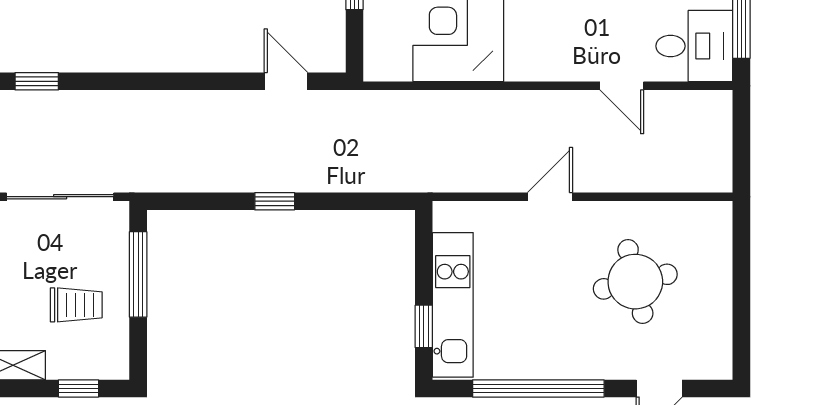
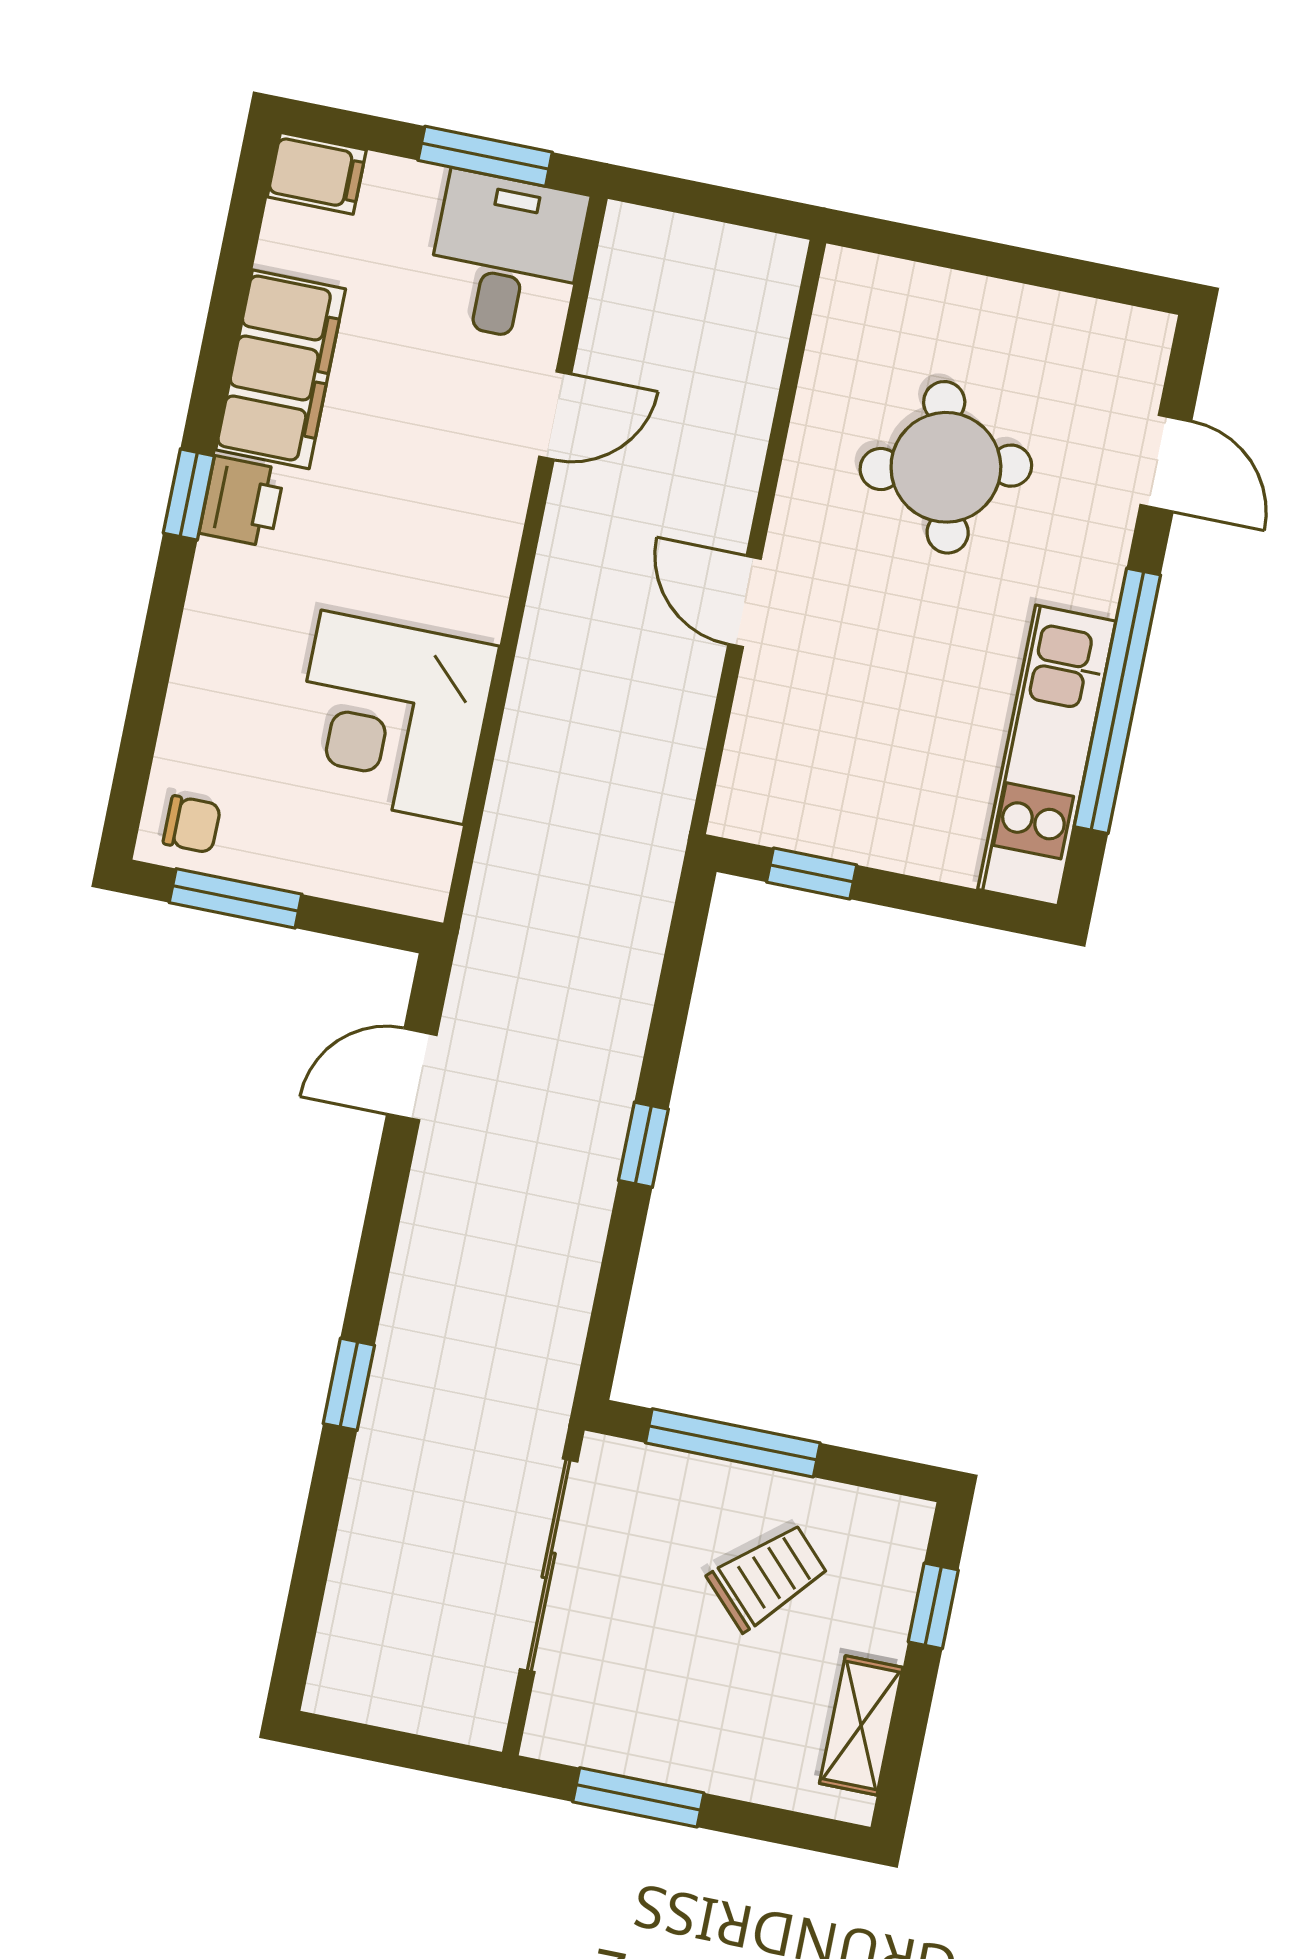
window: (37, 81) -> (349, 1384), moved
trolley: (76, 305) -> (768, 1577), turned 46
kitchen unit: (453, 305) -> (1047, 755), moved, turned -90
window: (424, 326) -> (812, 873), moved

